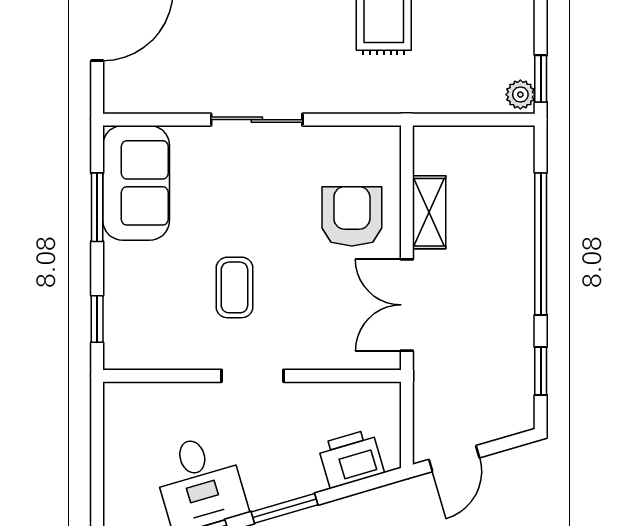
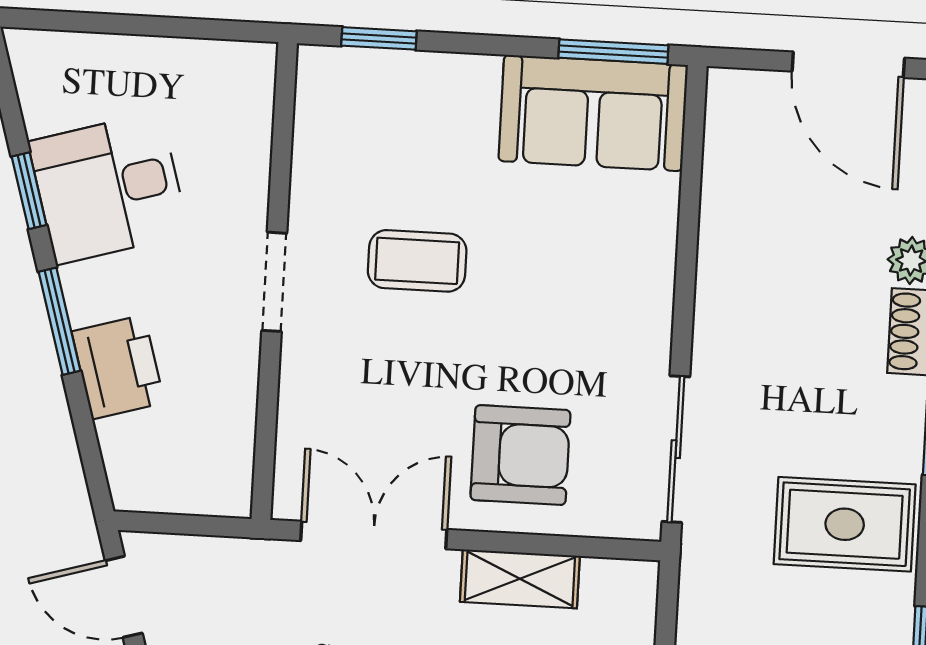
sliding door: (257, 120) -> (676, 449), moved
window: (97, 207) -> (613, 52), moved
printer: (351, 459) -> (118, 367), moved

